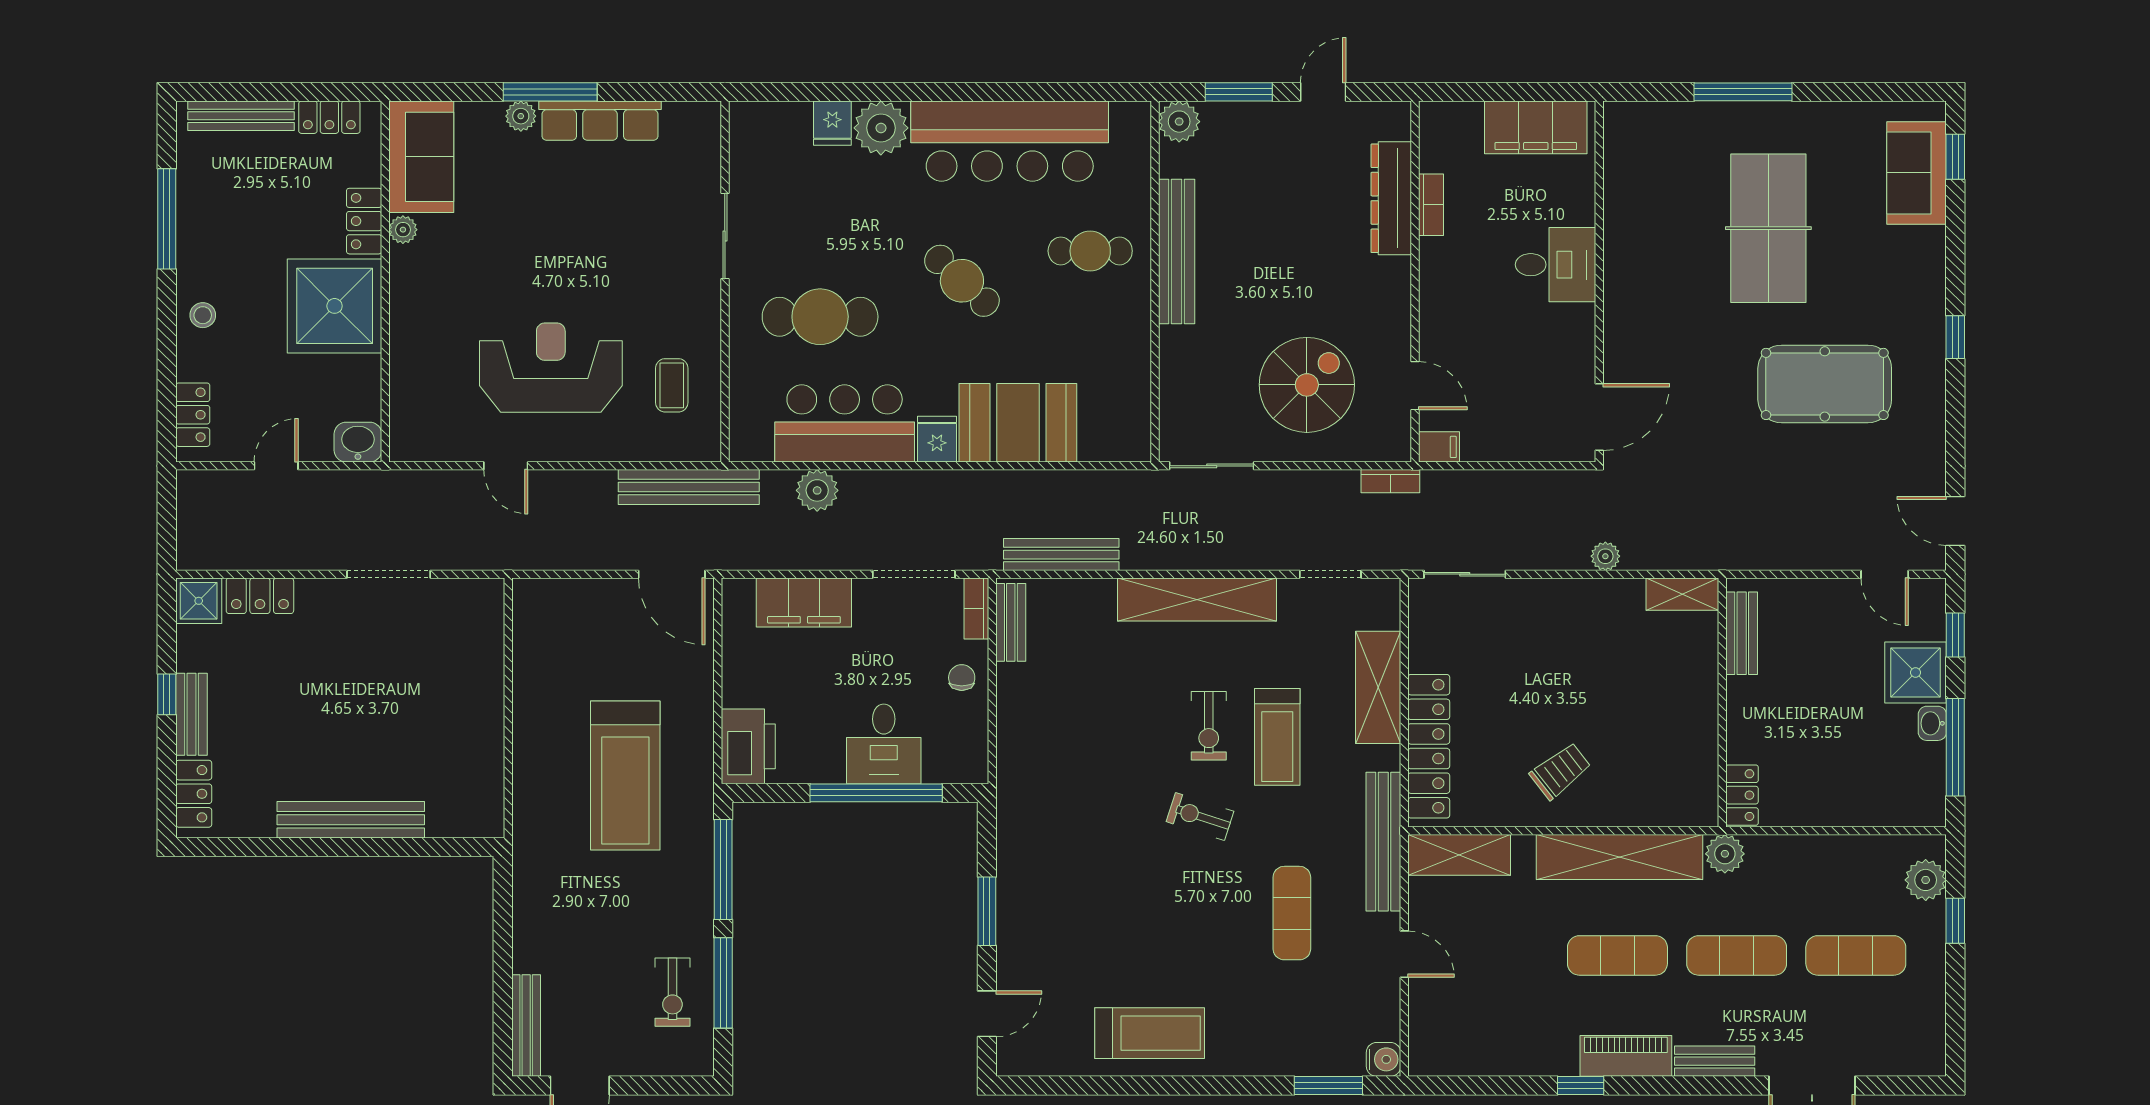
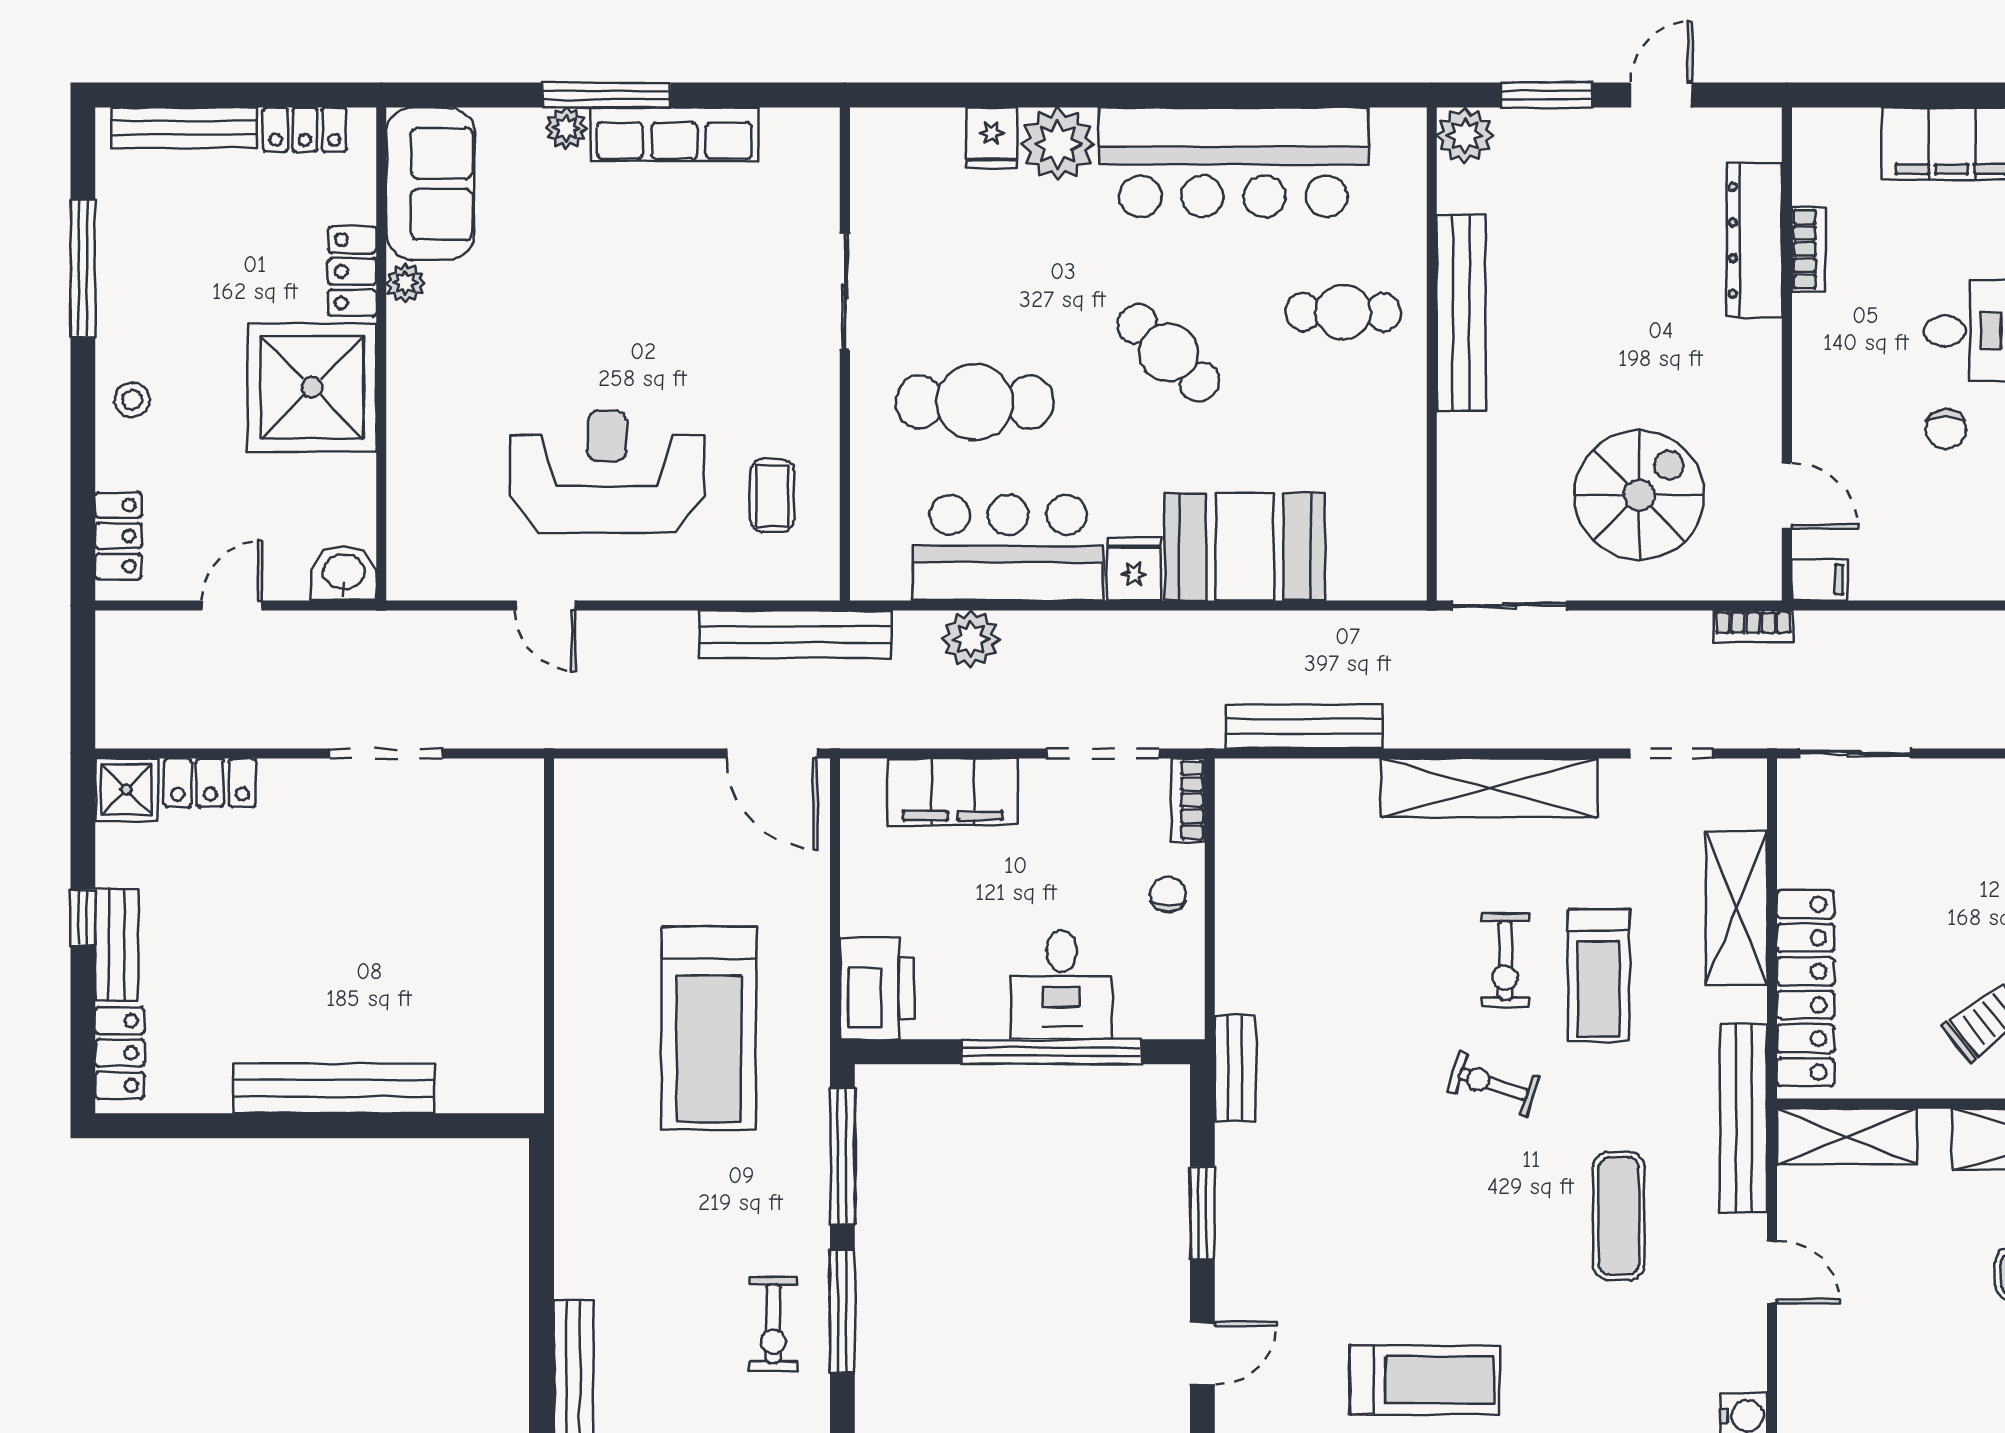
chair: (1532, 337) -> (1946, 429), added
bench: (1011, 622) -> (1235, 1068), moved

